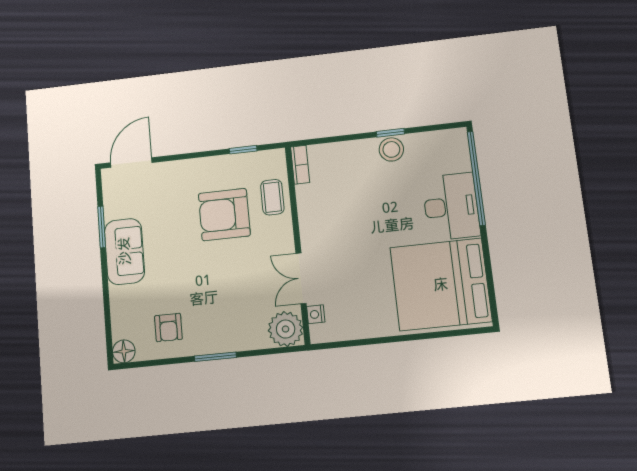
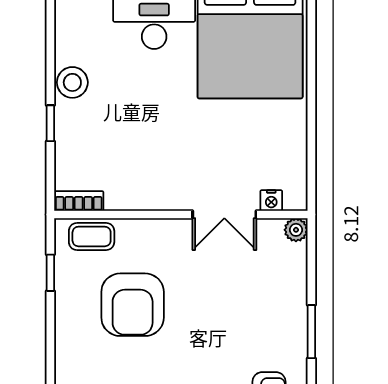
window: (390, 133) -> (50, 123), moved
coffee table: (272, 197) -> (92, 236), moved
plant: (286, 329) -> (296, 230), width x0.53, depth x0.53

